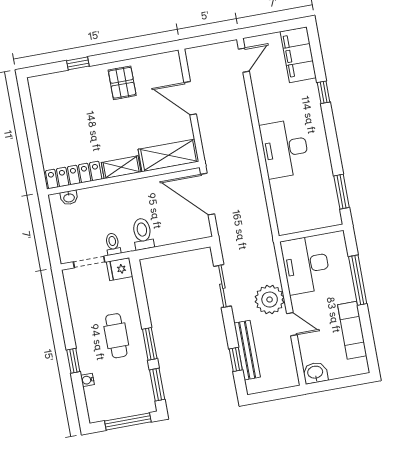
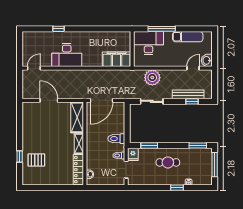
filing cabinet: (298, 55) -> (117, 59), moved, turned 180
door: (244, 60) -> (34, 68), hinge flipped
pallet: (122, 83) -> (36, 160), moved
door: (190, 98) -> (49, 100), swing flipped
desk: (285, 149) -> (67, 55), moved
window: (342, 192) -> (113, 29), removed
desk: (306, 265) -> (148, 43), moved, turned 180
plant: (270, 300) -> (152, 78), moved
door: (292, 324) -> (193, 68), moved
window: (150, 344) -> (149, 146), moved

